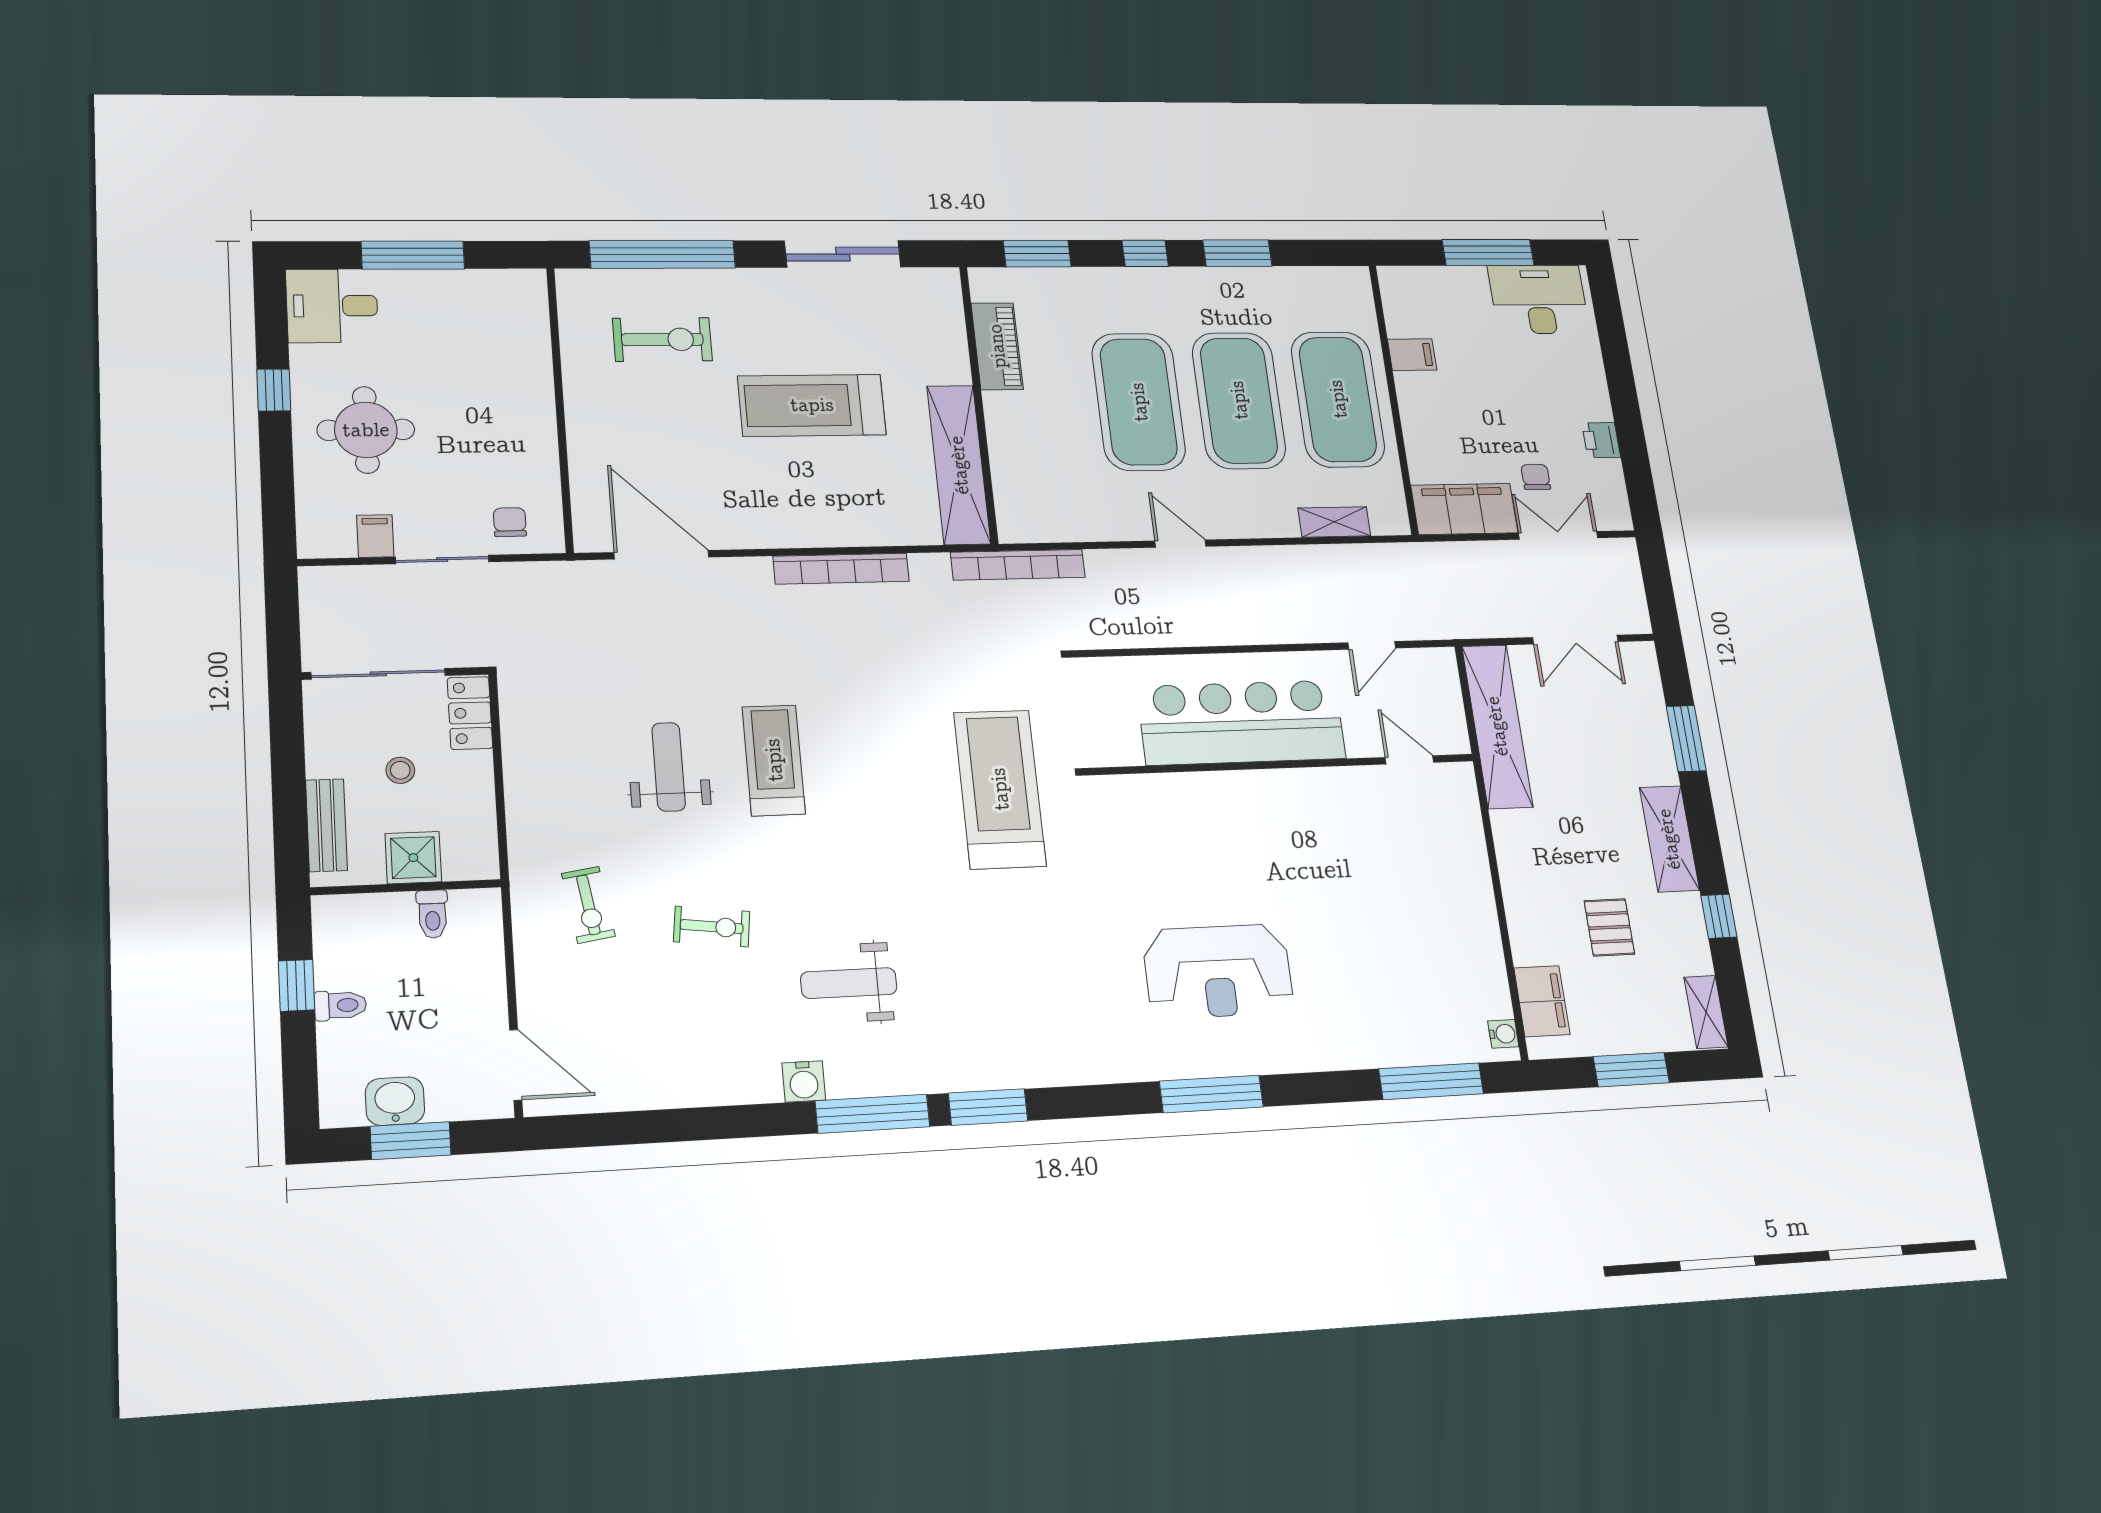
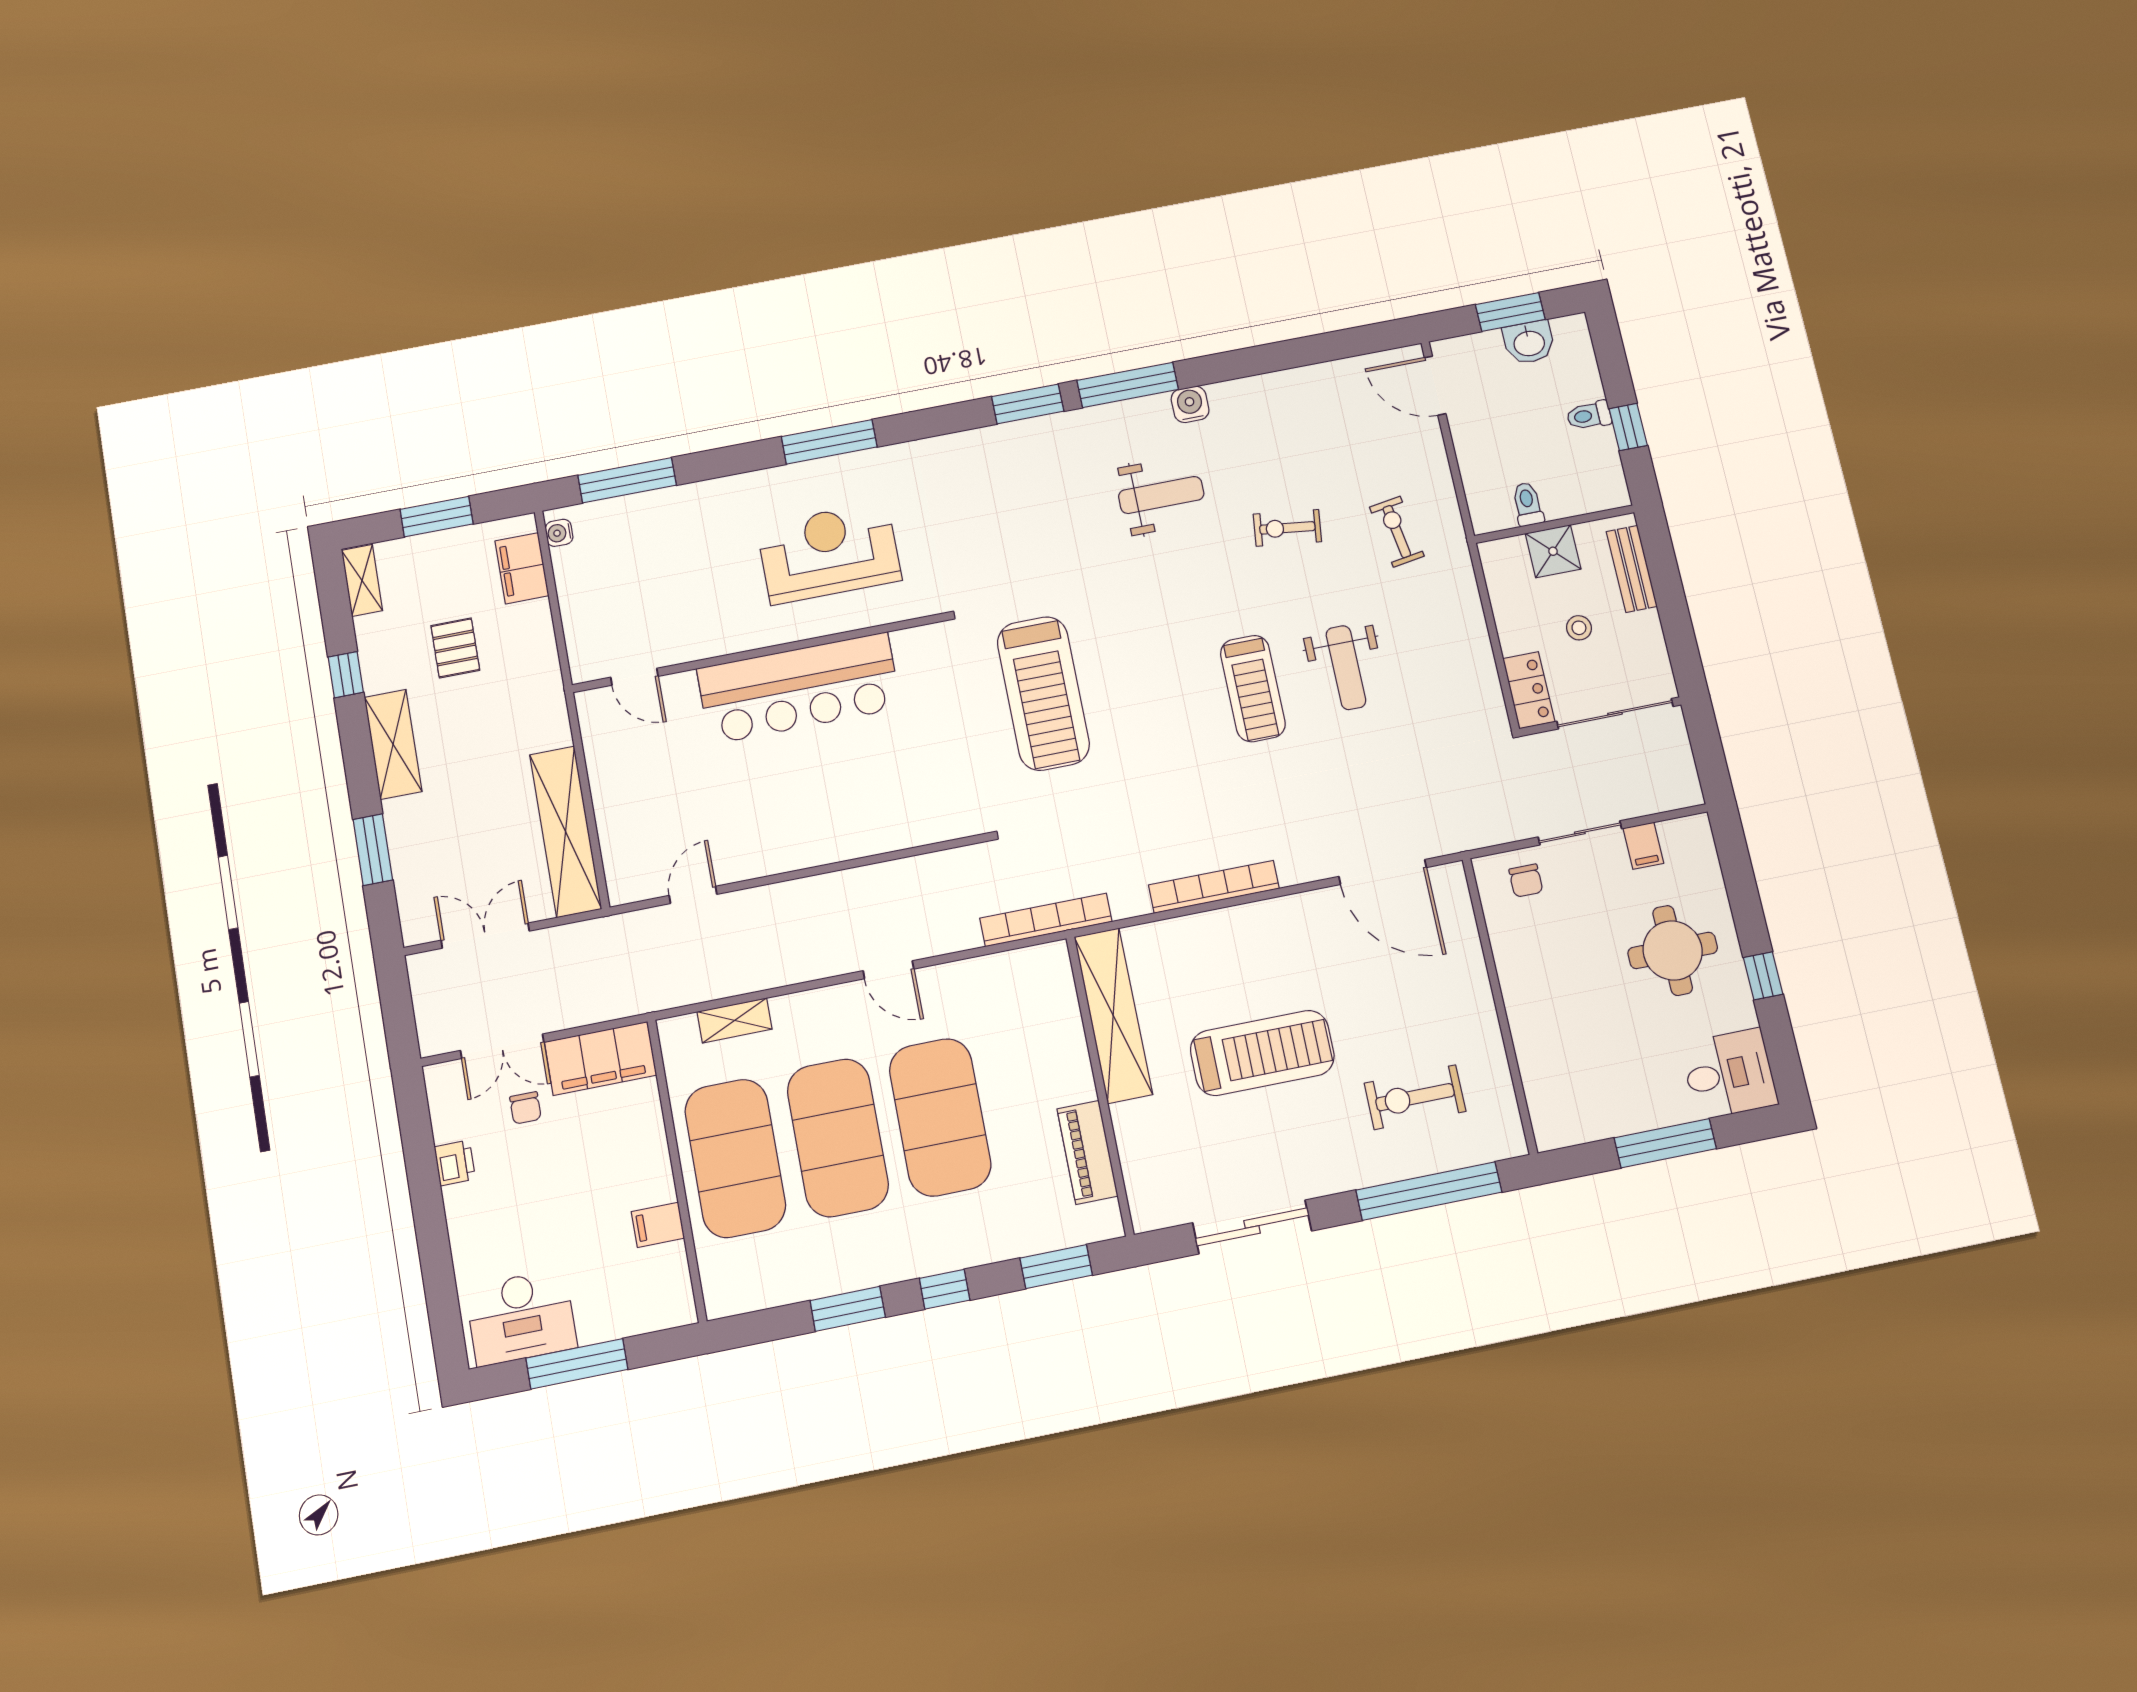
bar counter: (1241, 722) -> (799, 688), moved
door: (1409, 760) -> (634, 677), moved
wall: (1280, 765) -> (760, 652), moved

